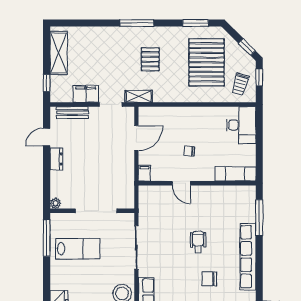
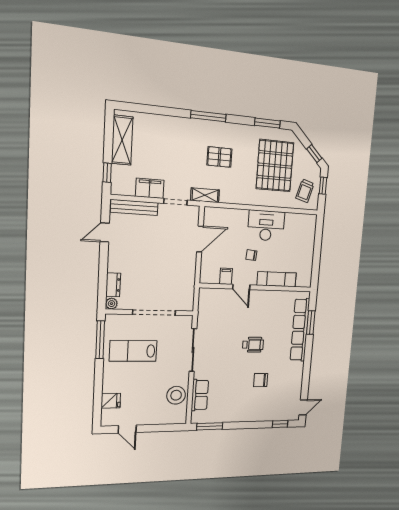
pallet: (150, 59) -> (219, 157), turned 90
bench: (72, 113) -> (134, 208), width x1.36
desk: (241, 125) -> (266, 226), moved, turned -90
dresser: (56, 159) -> (113, 285), moved
filing cabinet: (144, 173) -> (226, 276), moved
exam couch: (235, 174) -> (277, 279), moved
window: (259, 218) -> (311, 322), width x0.69
wheelchair: (198, 242) -> (253, 345), turned 90
lab bench: (78, 249) -> (133, 351), turned 180
row of seats: (248, 257) -> (300, 330), moved

